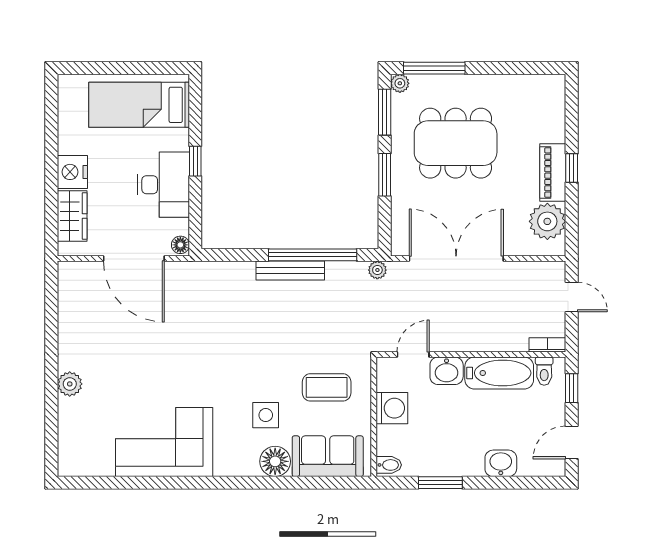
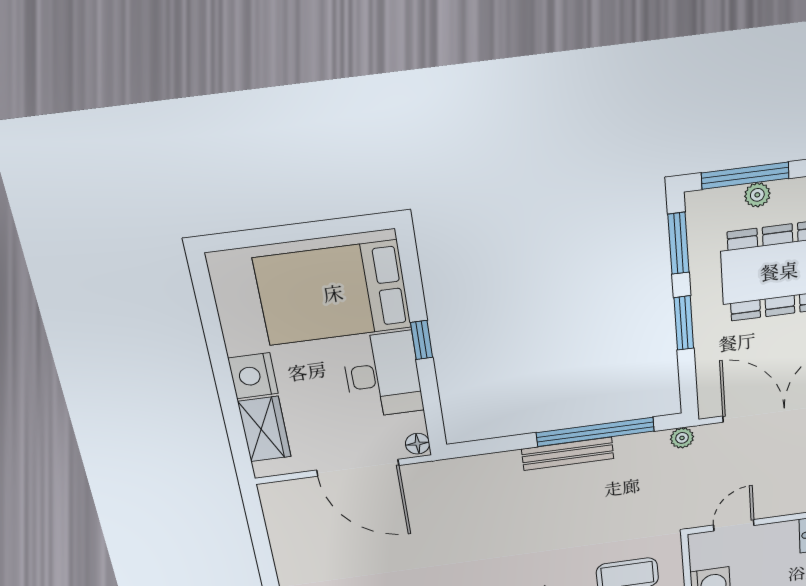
plant: (400, 83) -> (757, 195), moved
bed: (139, 105) -> (333, 293), width x1.50
washbasin: (447, 371) -> (776, 537), removed

